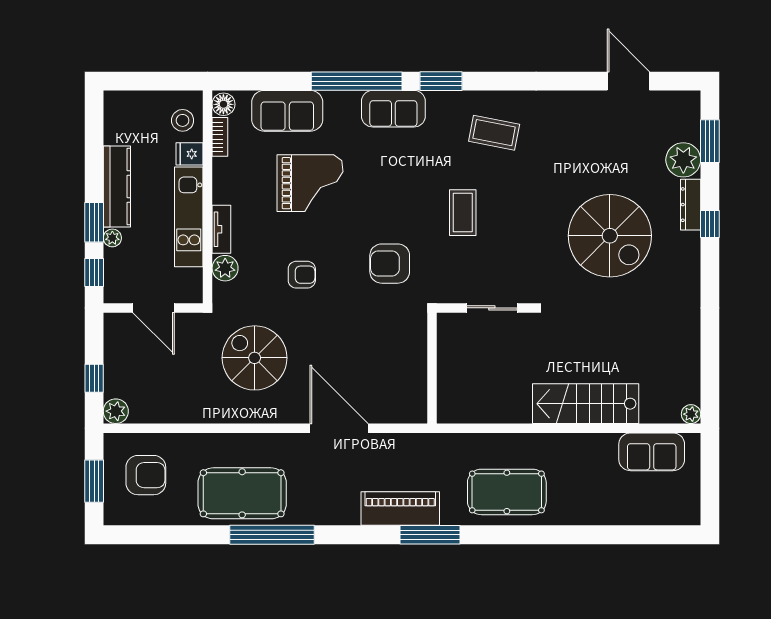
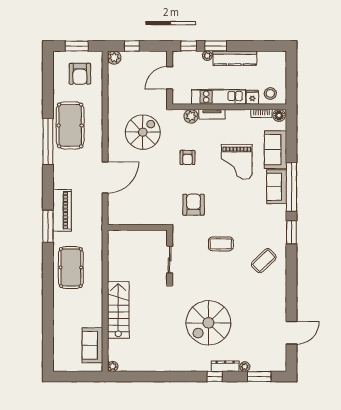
sofa: (393, 109) -> (277, 187), moved
coffee table: (494, 133) -> (264, 261), turned 35
plant: (683, 160) -> (245, 367), width x0.53, depth x0.53

